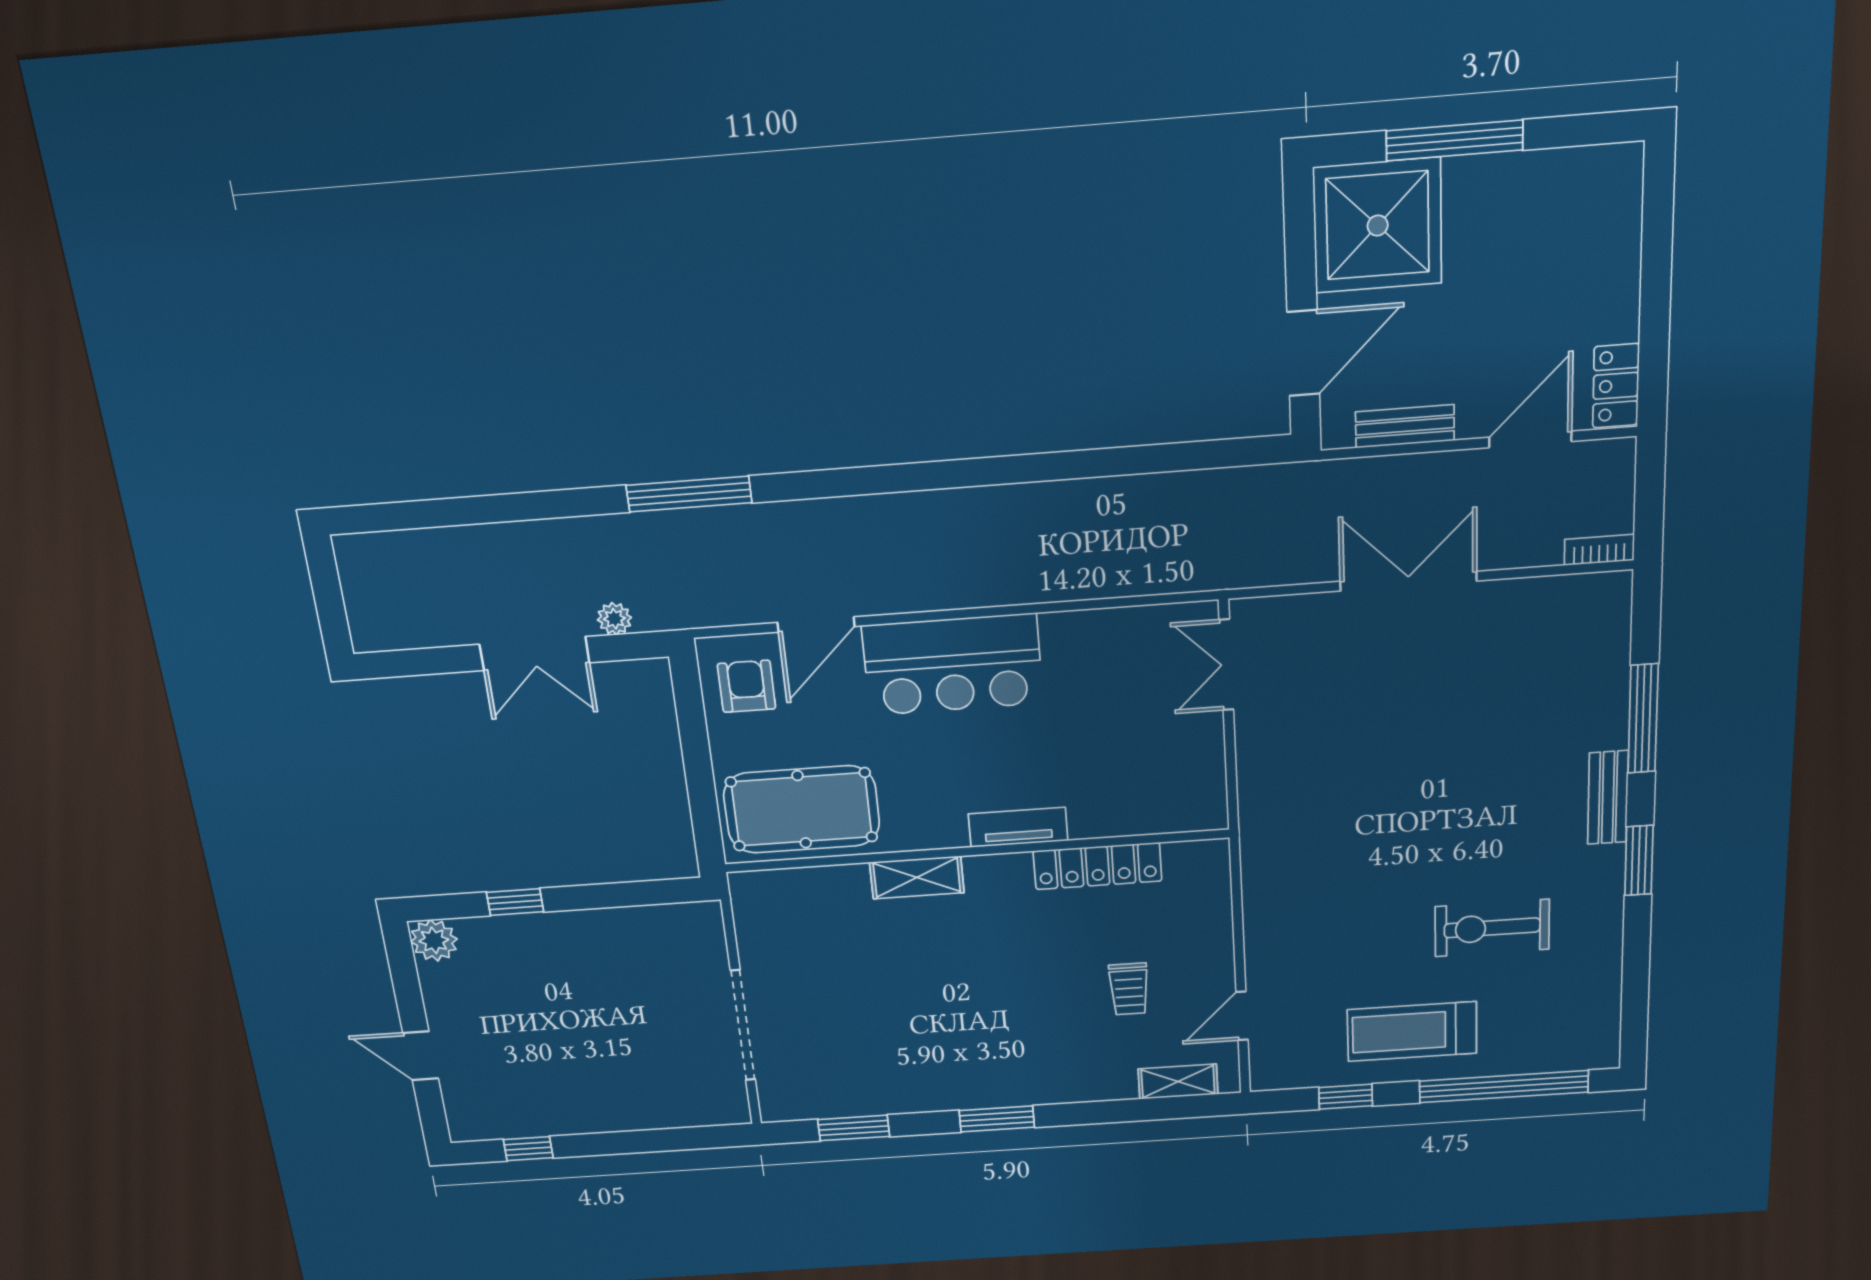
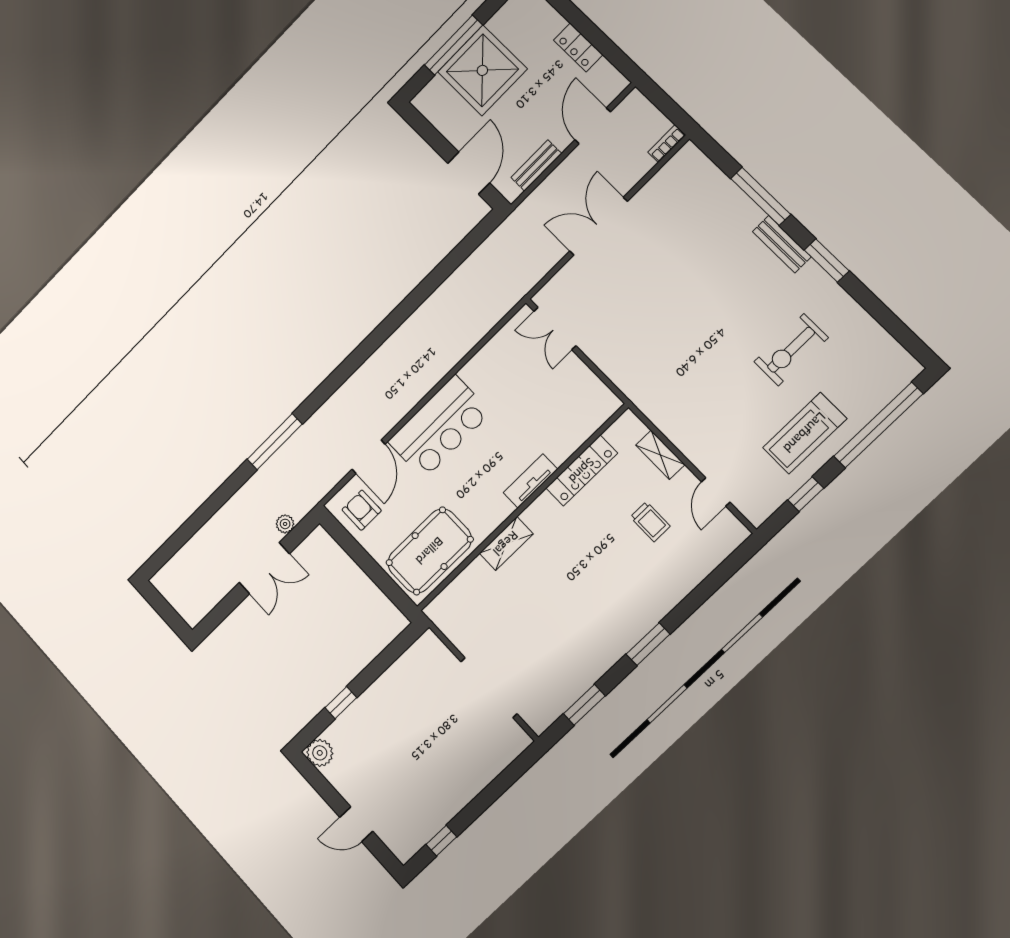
shower: (1378, 225) -> (482, 70), moved
locker: (1616, 386) -> (578, 47), moved
shelving: (1178, 1082) -> (660, 455), moved, turned 90

